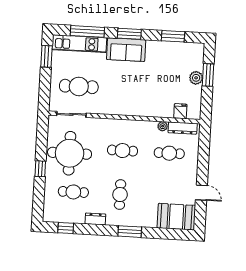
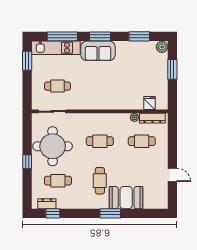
plant: (196, 78) -> (162, 47), moved
cafe table: (79, 86) -> (58, 86), width x0.73, depth x0.74
booth: (176, 217) -> (126, 198), moved
dresser: (95, 219) -> (47, 204), moved

